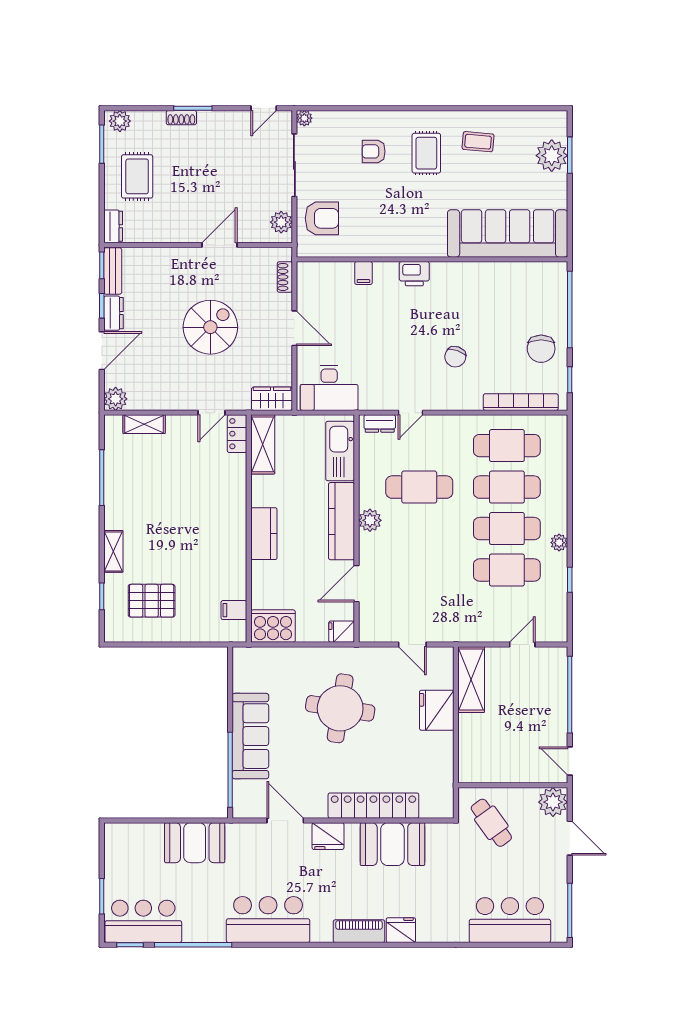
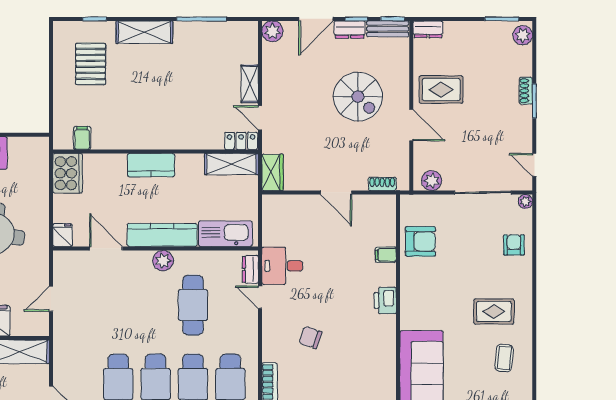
armchair: (374, 151) -> (514, 245), moved
rug: (137, 176) -> (441, 90), moved
armchair: (322, 218) -> (420, 241), moved, turned -90
spiral stairs: (210, 327) -> (358, 97), moved
door: (294, 328) -> (336, 192), hinge flipped
door: (102, 351) -> (316, 19), hinge flipped
desk: (329, 388) -> (282, 266), moved, width x0.73
shelving: (144, 424) -> (250, 84), moved
shelving: (113, 551) -> (144, 32), width x1.50, depth x1.33

